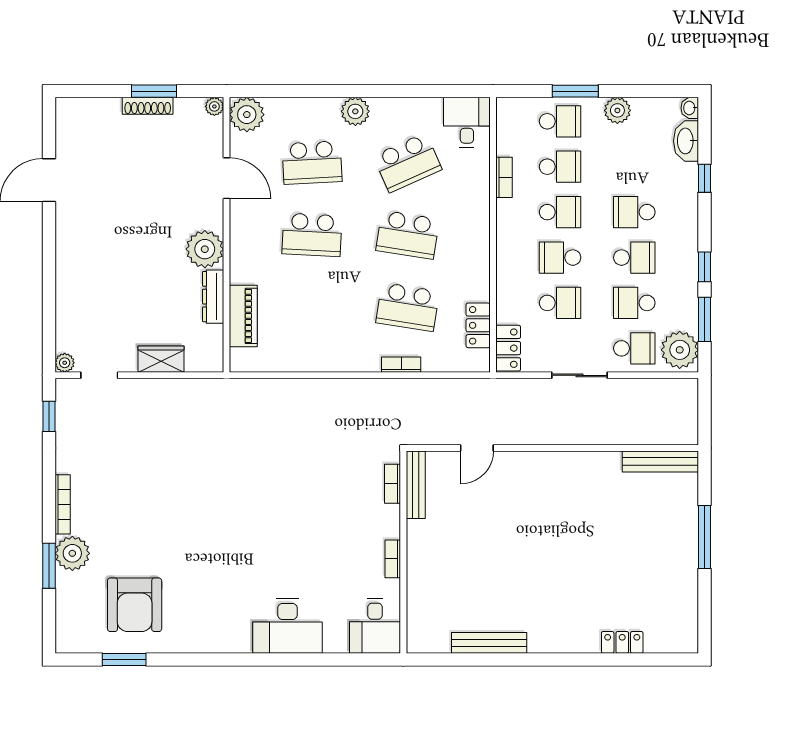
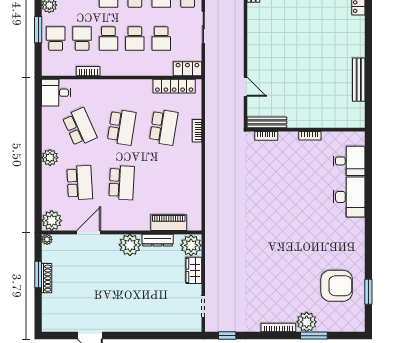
school desk: (560, 212) -> (108, 39), turned 180
school desk: (560, 303) -> (161, 39), turned 180
locker: (478, 325) -> (174, 86), width x1.53
plant: (65, 363) -> (191, 245), moved, width x1.88, depth x1.88
desk: (375, 626) -> (349, 161), moved

